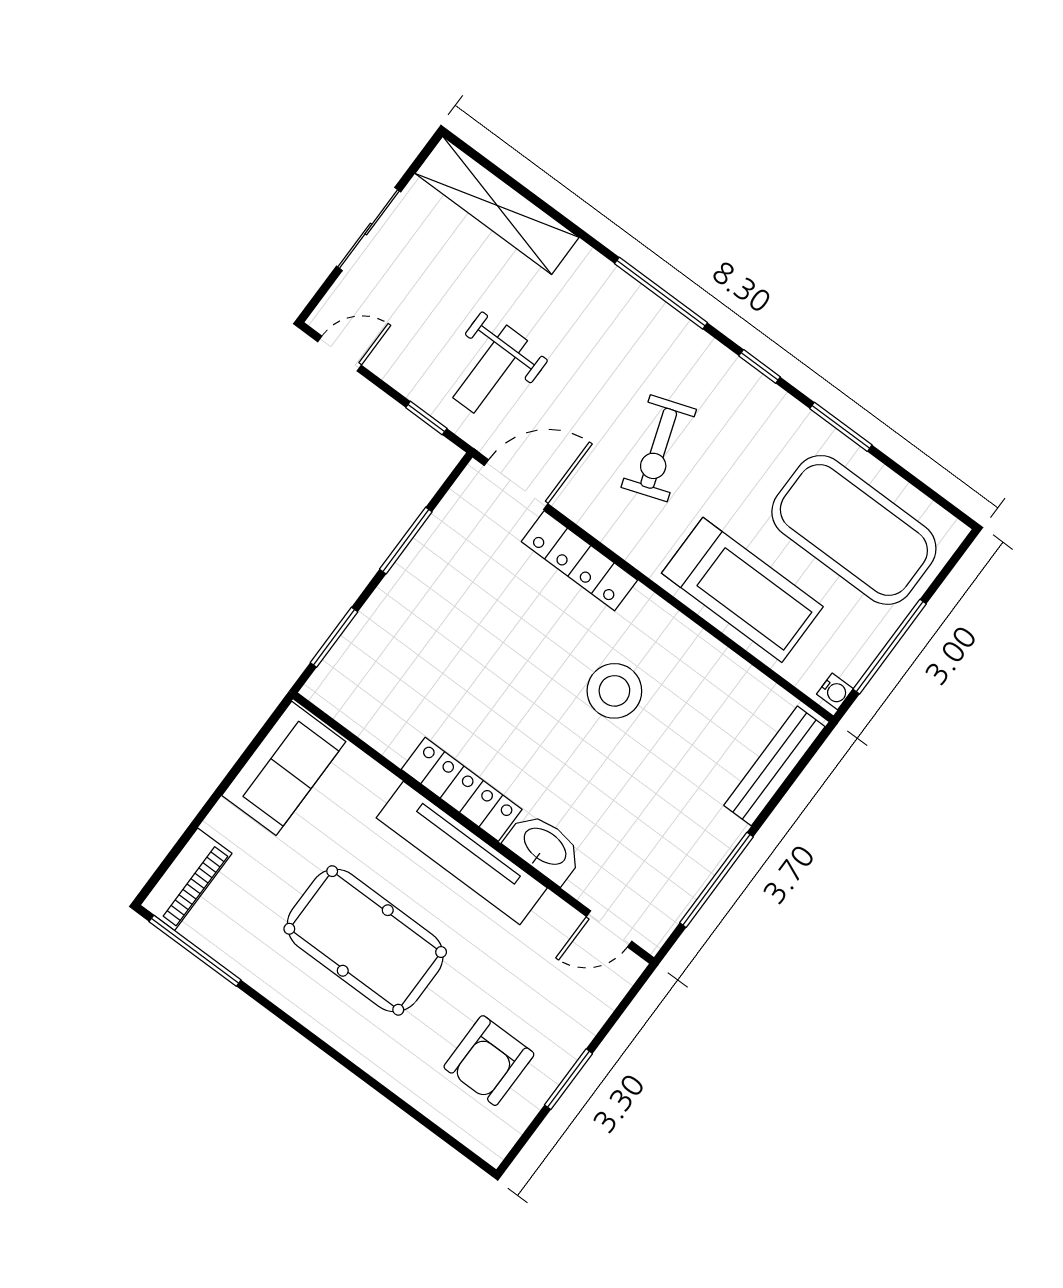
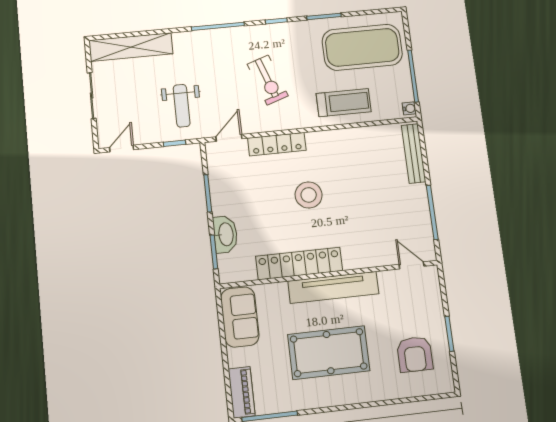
door: (516, 485) -> (229, 138), width x0.73
treadmill: (742, 590) -> (344, 103), width x0.73, depth x0.73
stool: (614, 691) -> (309, 195), moved
locker: (462, 789) -> (299, 264), width x1.41, depth x1.21
washbasin: (544, 847) -> (225, 234), moved, turned 90
door: (609, 929) -> (412, 265), swing flipped

